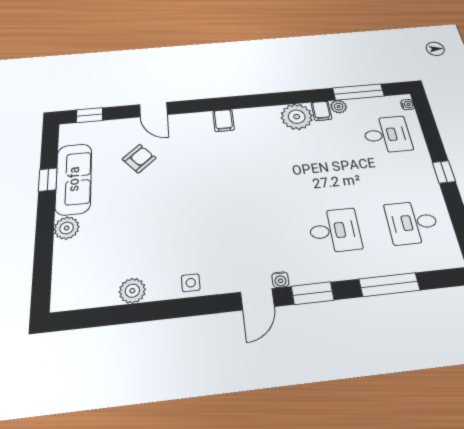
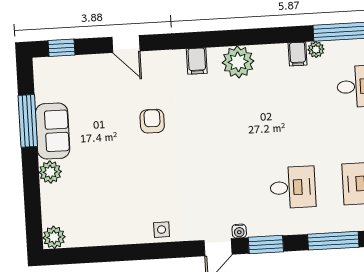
plant: (297, 117) -> (238, 62), moved
armchair: (139, 159) -> (152, 121), moved, turned -49
sofa: (74, 179) -> (53, 131), width x0.73
window: (48, 180) -> (28, 121), width x2.17
plant: (132, 291) -> (54, 237), moved

